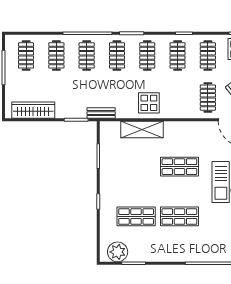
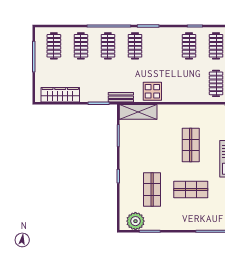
clothes rail: (147, 55) -> (162, 46), removed
display table: (149, 103) -> (152, 91), moved
shelving: (142, 130) -> (138, 112), moved
shop shelf: (179, 167) -> (191, 145), turned 90
shop shelf: (136, 216) -> (152, 190), turned 90

